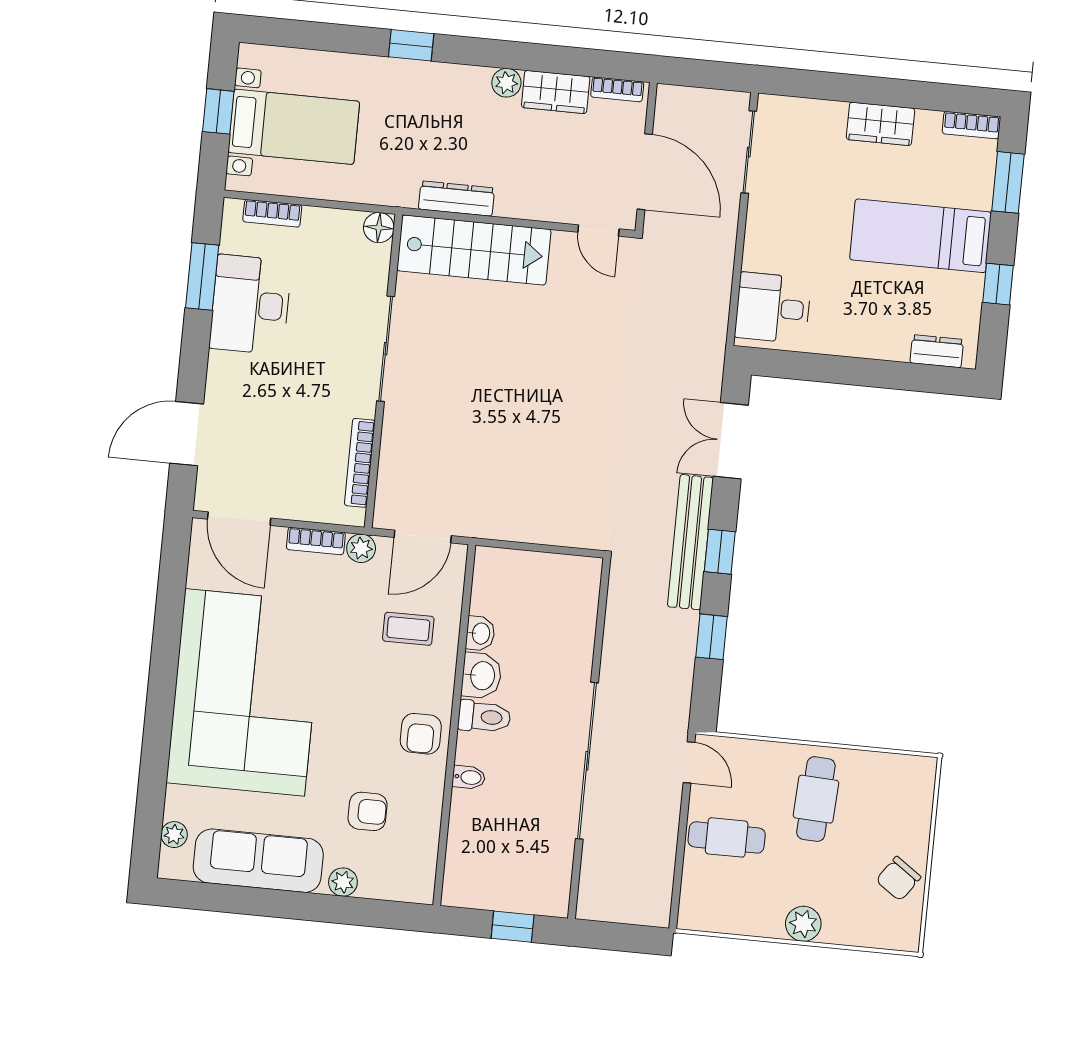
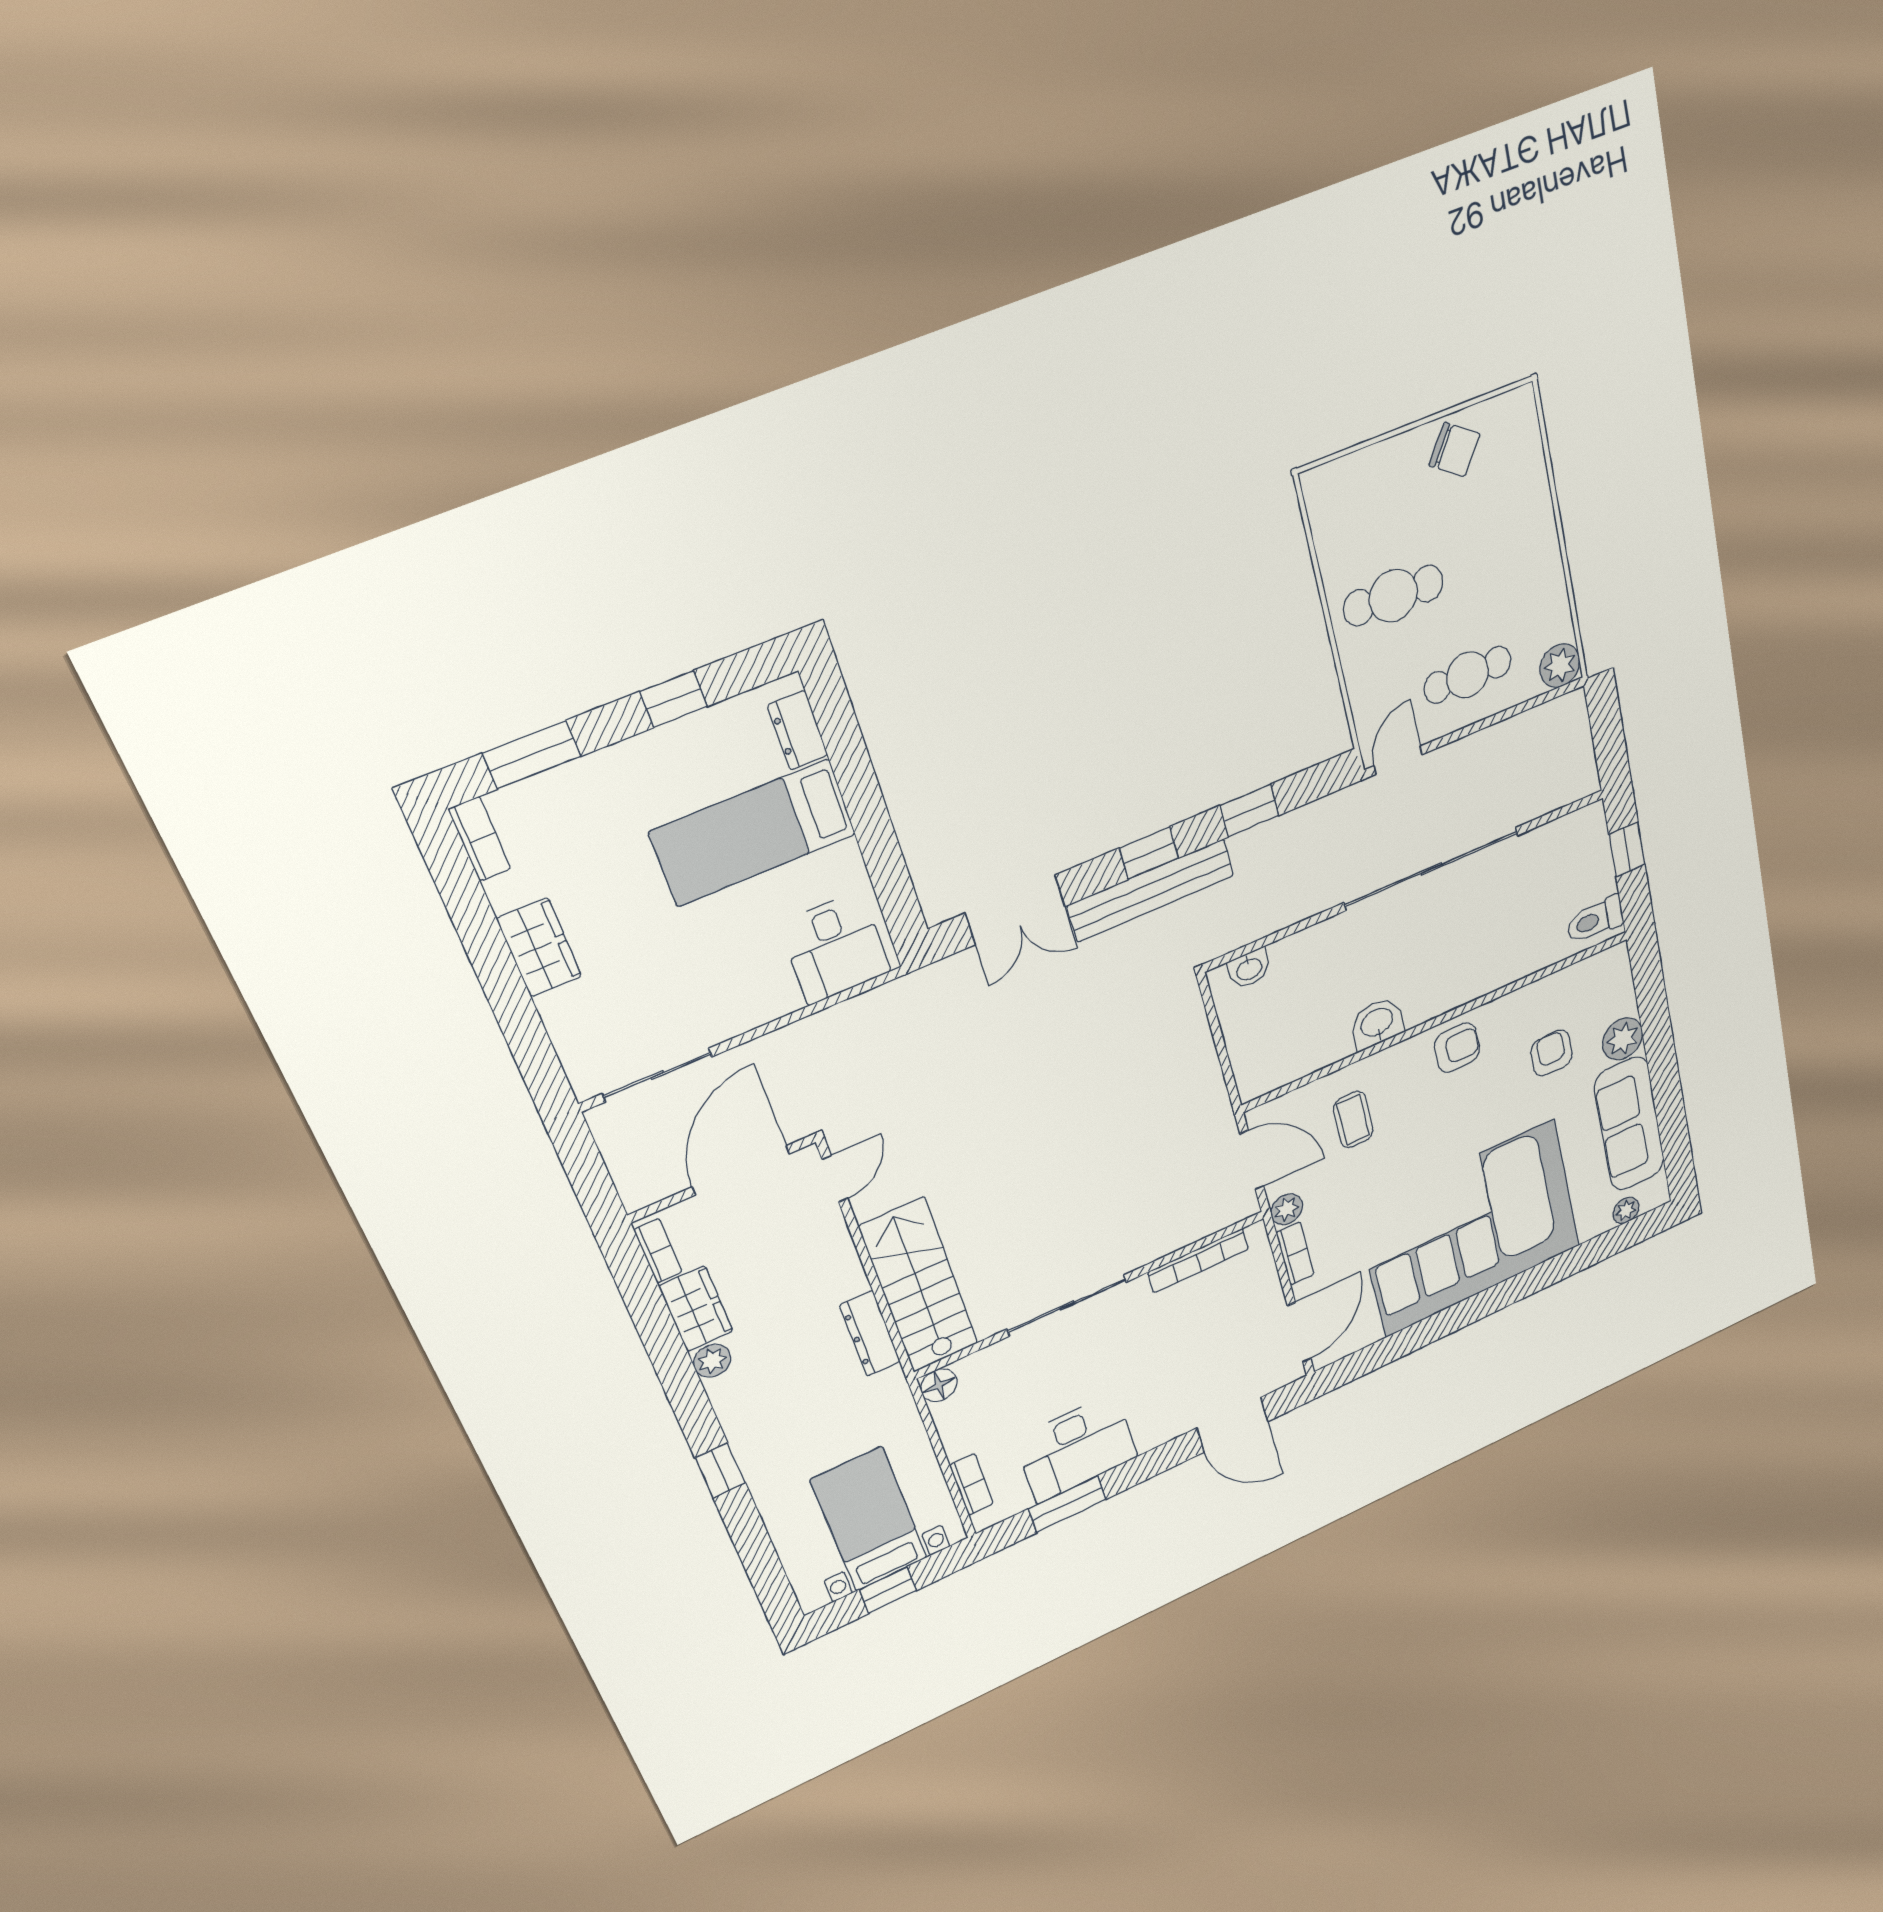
bed: (920, 236) -> (753, 833), moved, turned 90
washbasin: (480, 633) -> (1249, 969), moved, turned 180
toilet: (484, 717) -> (1595, 920), moved, turned -90
bidet: (469, 777) -> (1487, 977), removed
cafe table: (727, 837) -> (1468, 675), turned 90
plant: (343, 882) -> (1623, 1039), width x1.38, depth x1.38
plant: (803, 924) -> (1560, 666), moved

